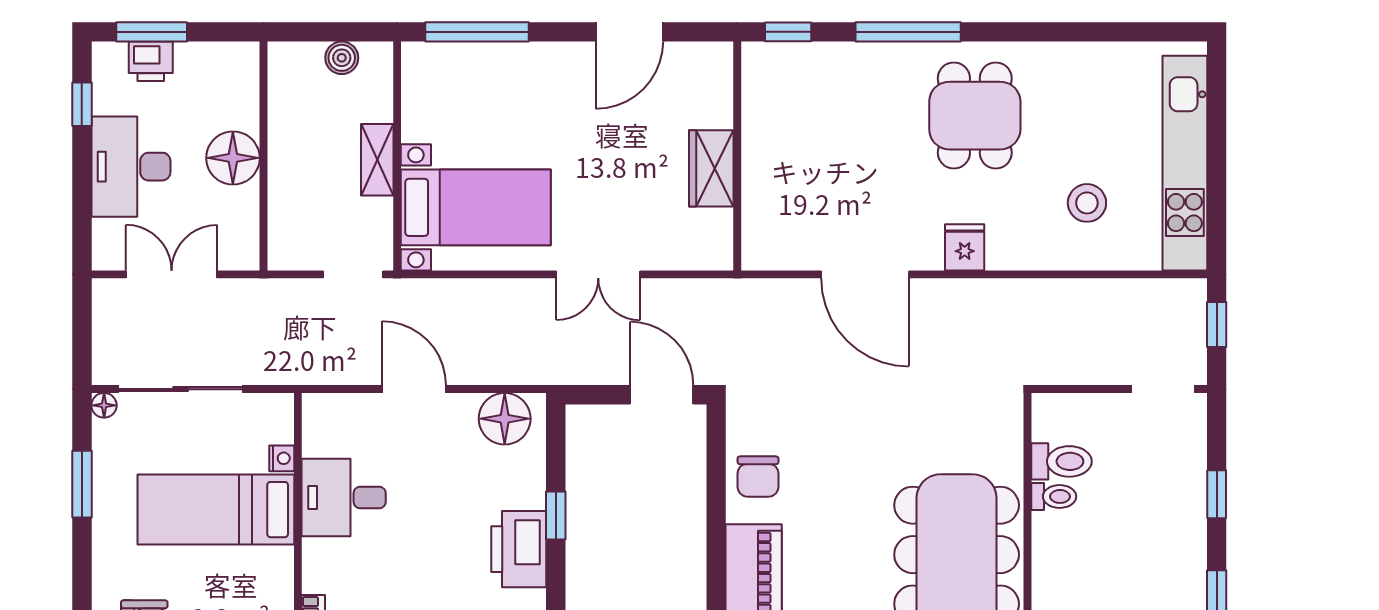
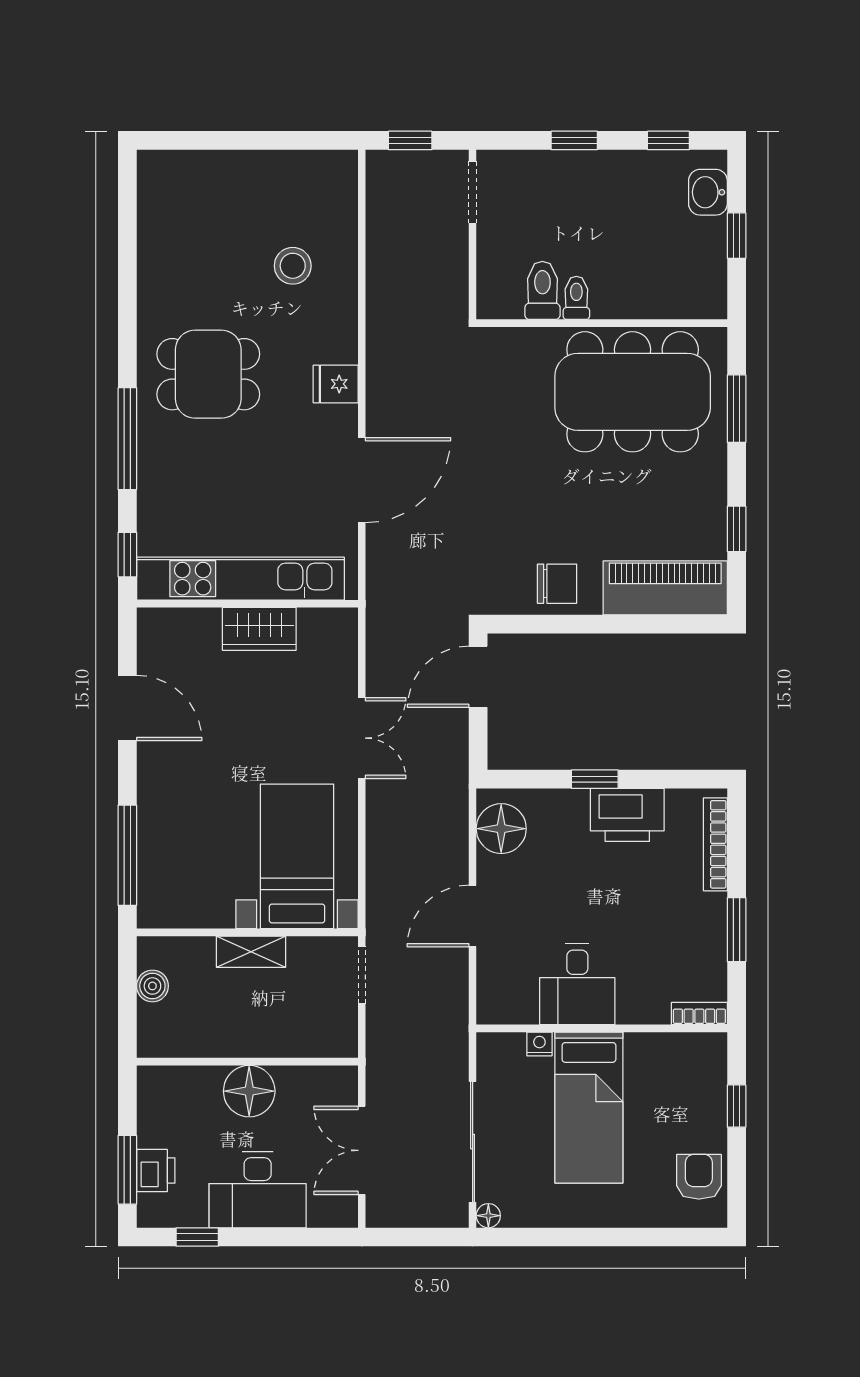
kitchen unit: (1185, 163) -> (240, 579), moved, turned 180
window: (82, 484) -> (564, 1237), removed

